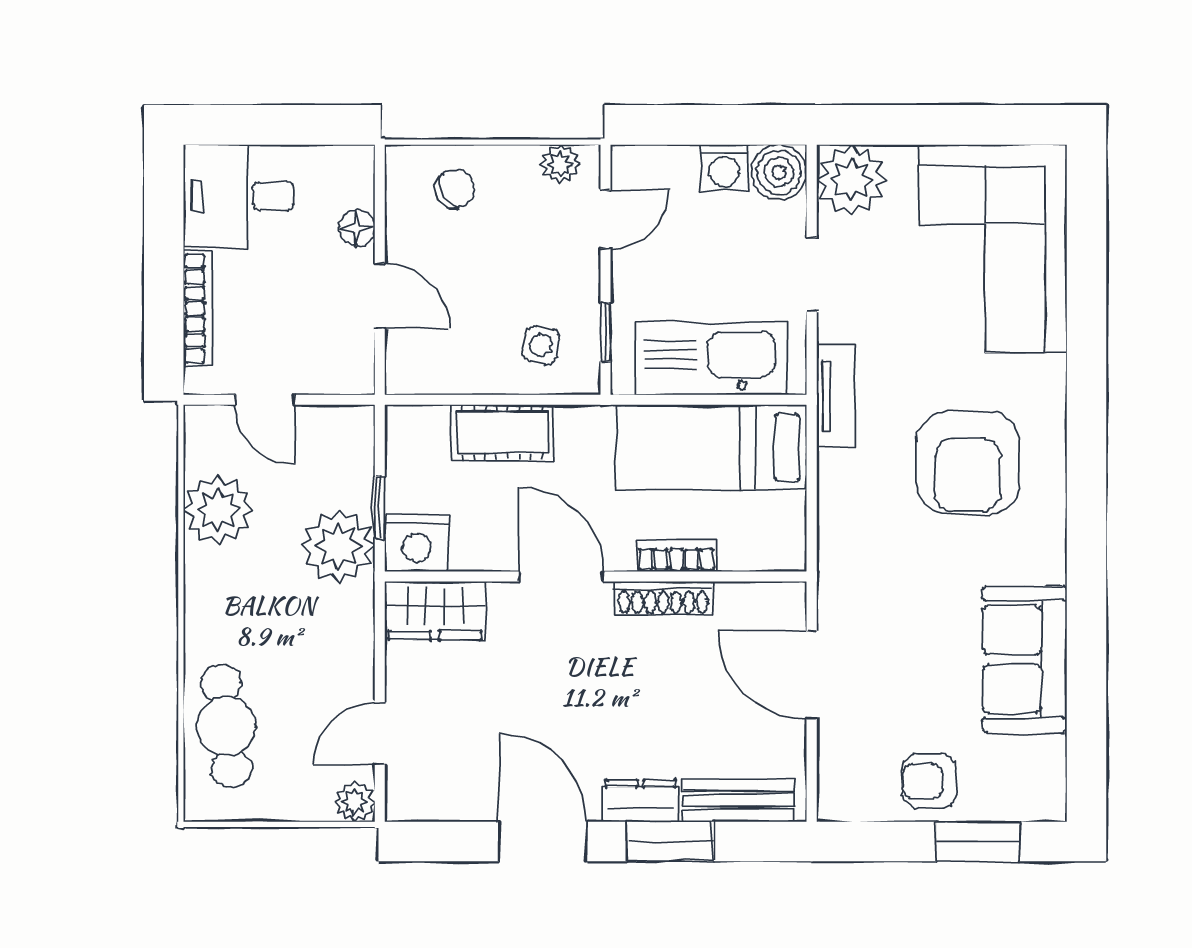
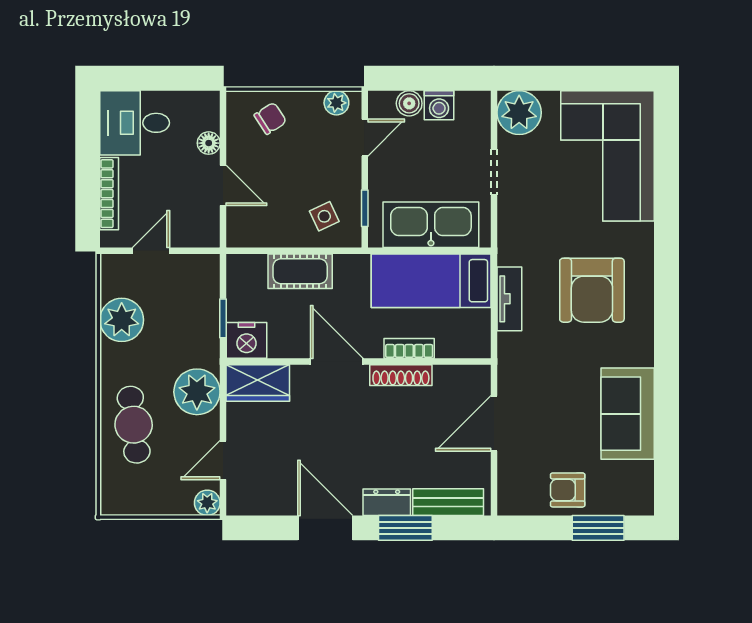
boiler: (779, 172) -> (409, 103), moved, width x0.73, depth x0.73
side table: (541, 345) -> (324, 216), turned -35
tv unit: (836, 396) -> (509, 299), moved
door: (265, 400) -> (151, 251), swing flipped
plant: (338, 546) -> (197, 392), moved
door: (812, 675) -> (494, 423), hinge flipped
cafe table: (226, 726) -> (134, 425), moved

